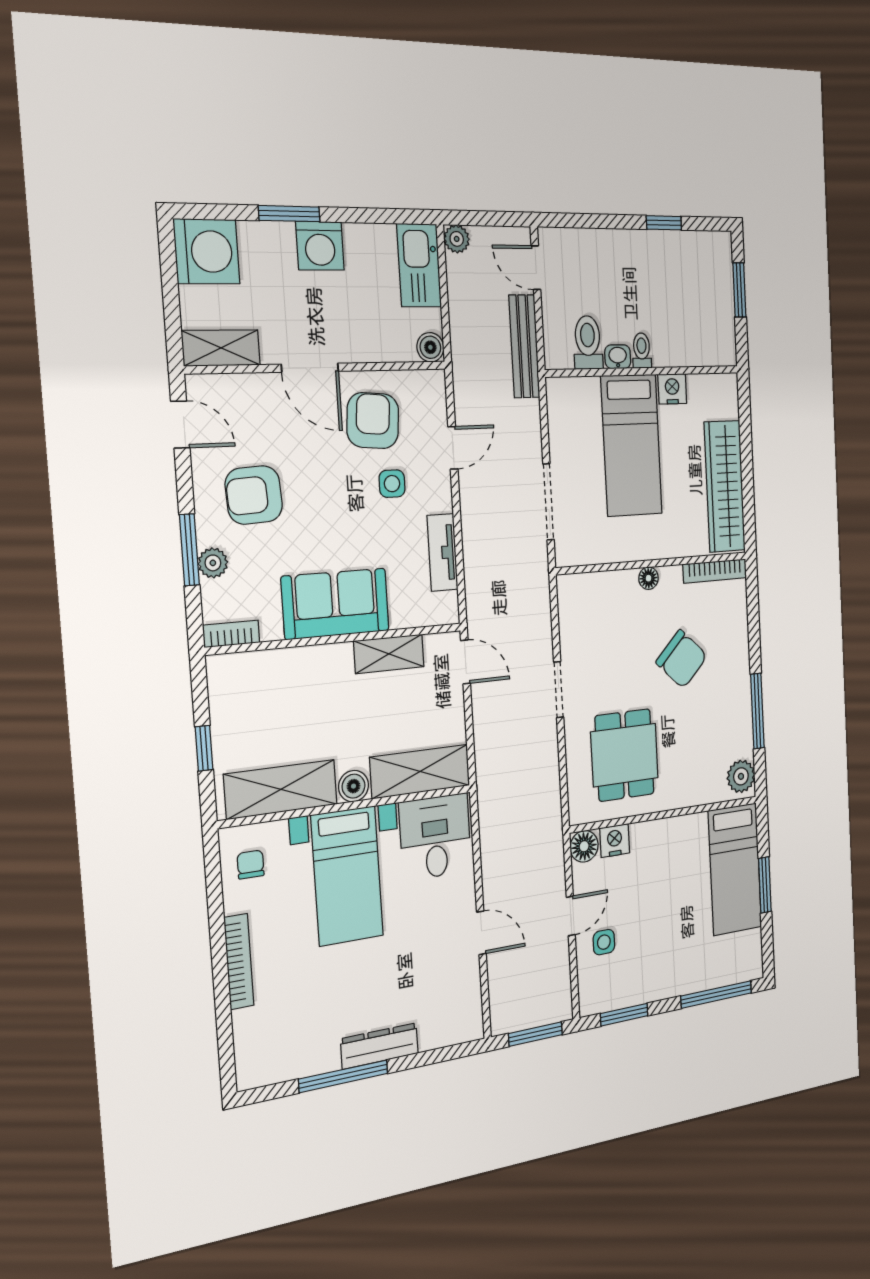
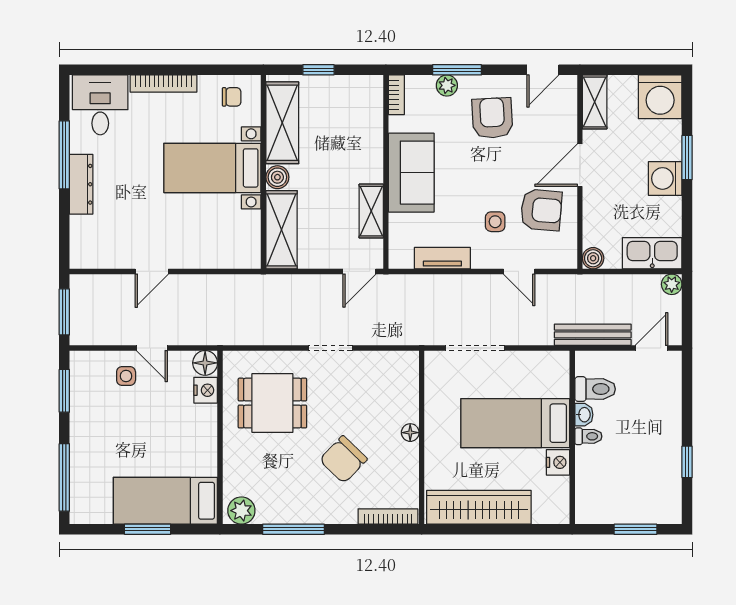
bookcase: (715, 571) -> (388, 517), moved, turned 90
desk: (435, 837) -> (100, 105), moved, turned -90

